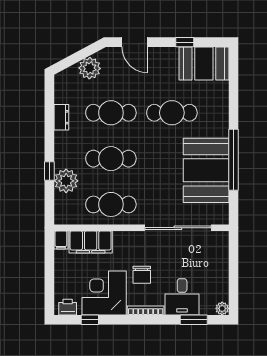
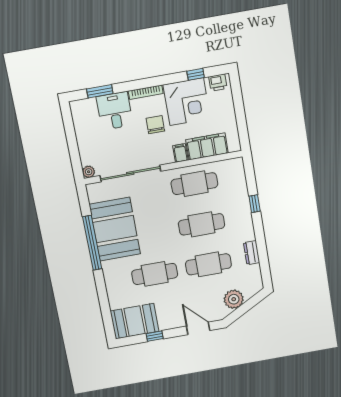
plant: (66, 181) -> (238, 198), removed
filing cabinet: (61, 240) -> (180, 153), moved
plant: (222, 308) -> (89, 172), moved

